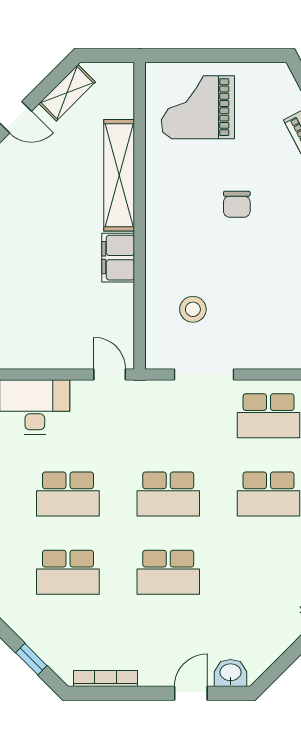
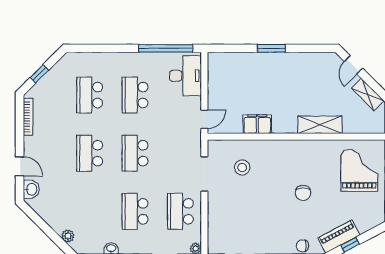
shelving: (119, 175) -> (320, 125), width x0.68
chair: (237, 204) -> (303, 193), turned -90
filing cabinet: (118, 258) -> (257, 124), moved

